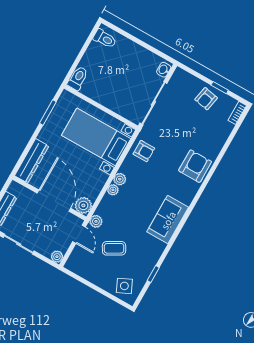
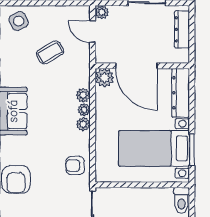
bed with nightstands: (96, 137) -> (154, 148), moved, turned 180
plant: (96, 221) -> (83, 95), moved
door: (79, 234) -> (93, 32), moved

